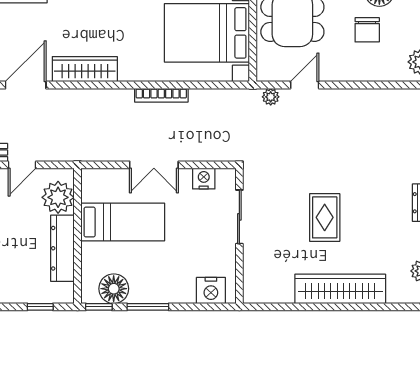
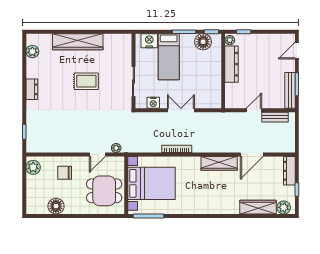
chair: (367, 30) -> (65, 173), moved, turned -90
plant: (58, 197) -> (230, 40), moved, width x0.53, depth x0.53
rug: (325, 217) -> (86, 81), turned 90
bed: (123, 222) -> (169, 57), moved, turned -90

